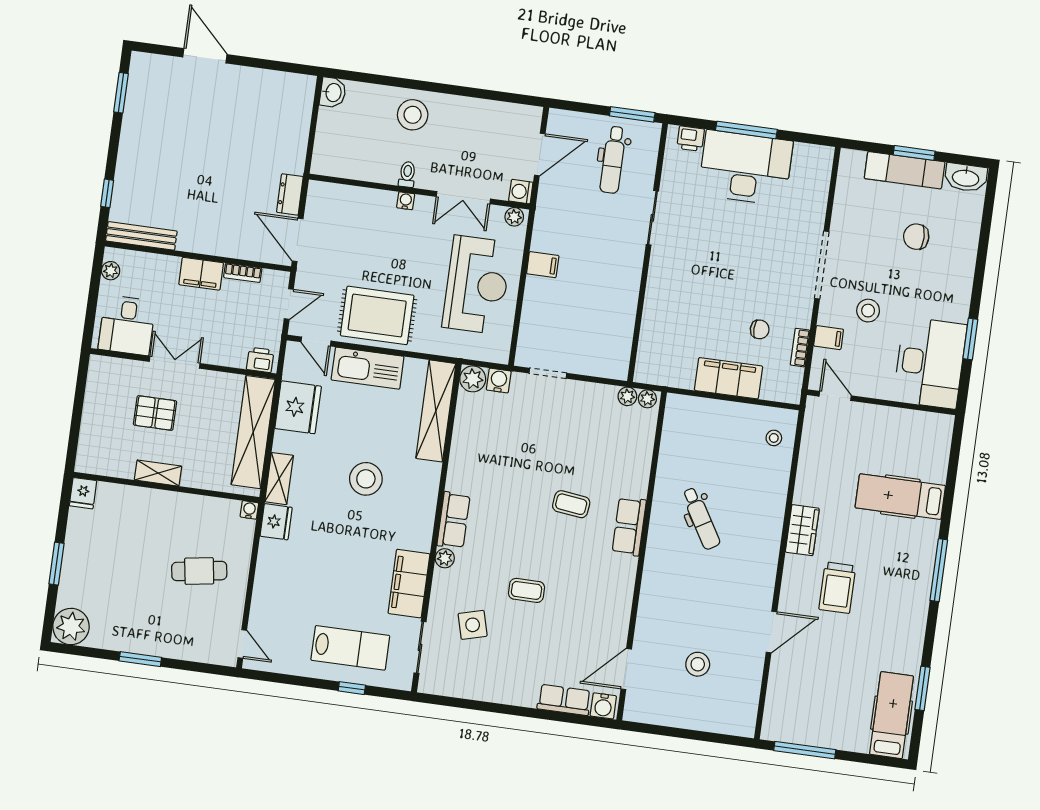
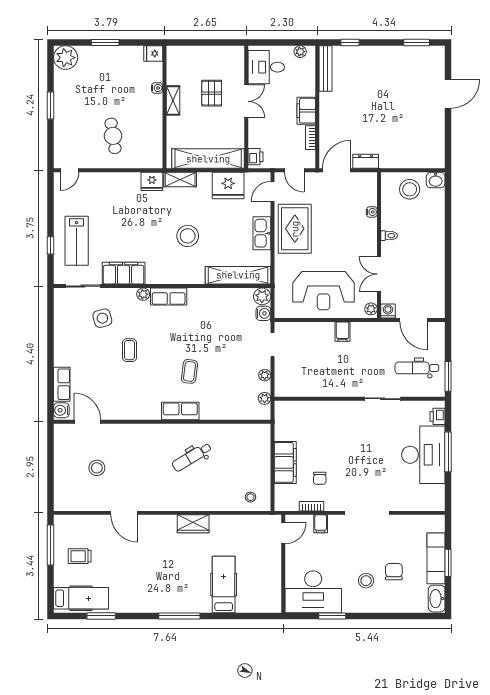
stool: (413, 115) -> (410, 189), moved
water cooler: (406, 201) -> (372, 212), moved
stool: (868, 311) -> (366, 581), moved
kitchen sink: (368, 368) -> (262, 233), width x0.73, depth x0.81
plant: (647, 399) -> (265, 375), moved
water cooler: (249, 510) -> (157, 88), moved
trolley: (837, 588) -> (80, 556), moved, width x0.73, depth x0.72

